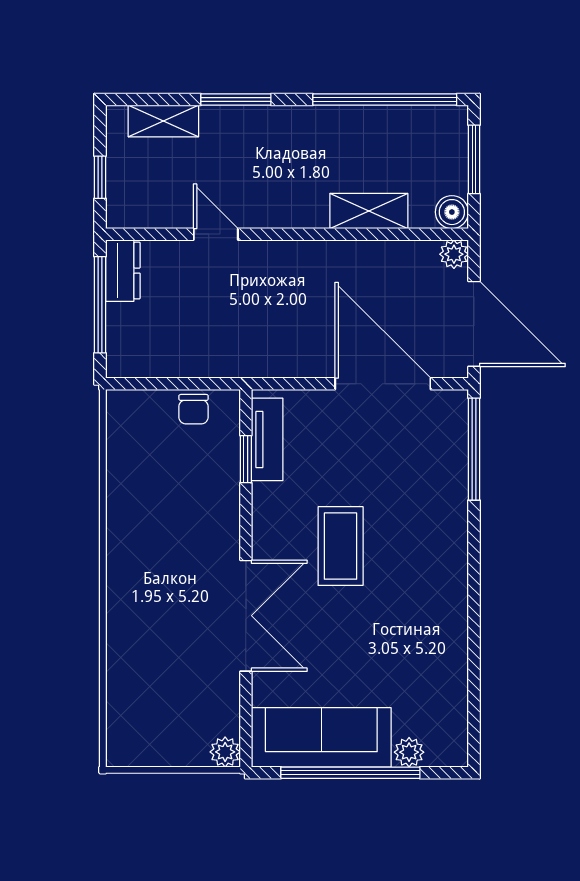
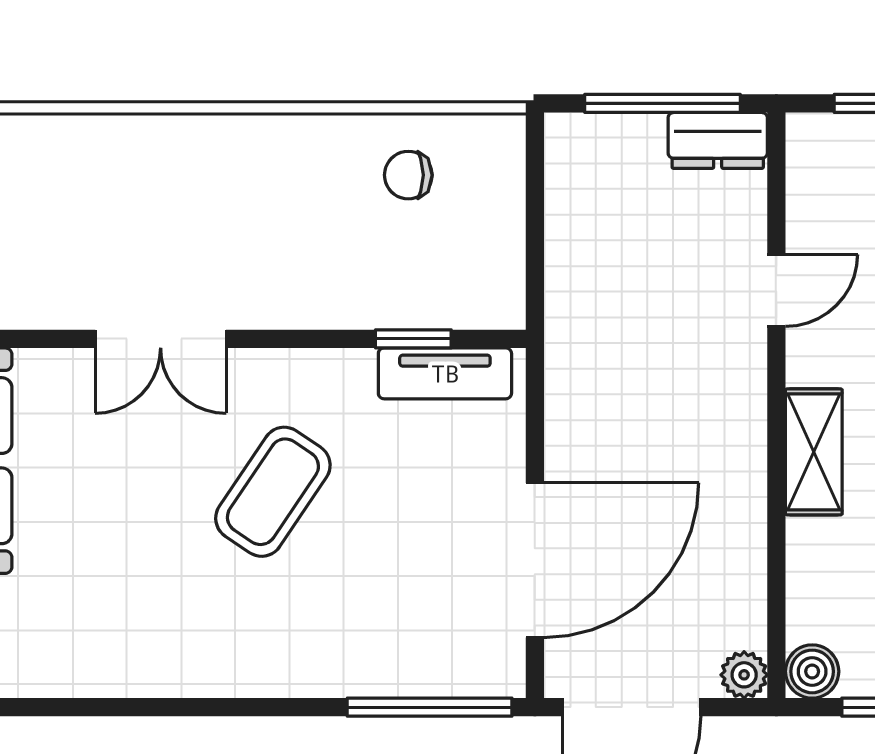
shelving: (369, 211) -> (814, 452), moved
chair: (194, 409) -> (408, 175), moved
coffee table: (341, 546) -> (273, 492), turned -56
double door: (246, 616) -> (161, 339), width x0.73

